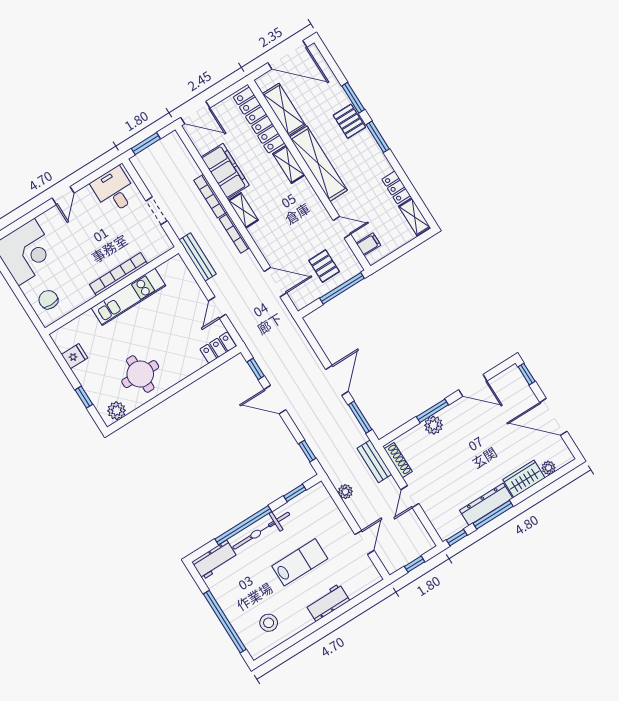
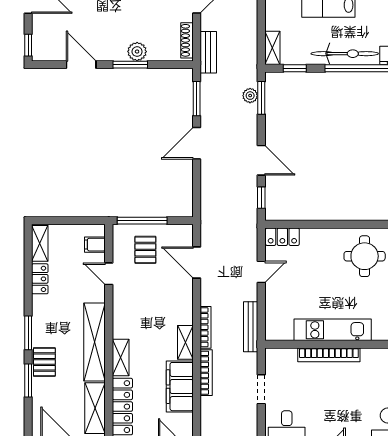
window: (307, 451) -> (261, 98), width x1.50
plant: (345, 492) -> (250, 96), moved
shelving: (324, 498) -> (272, 48), added

